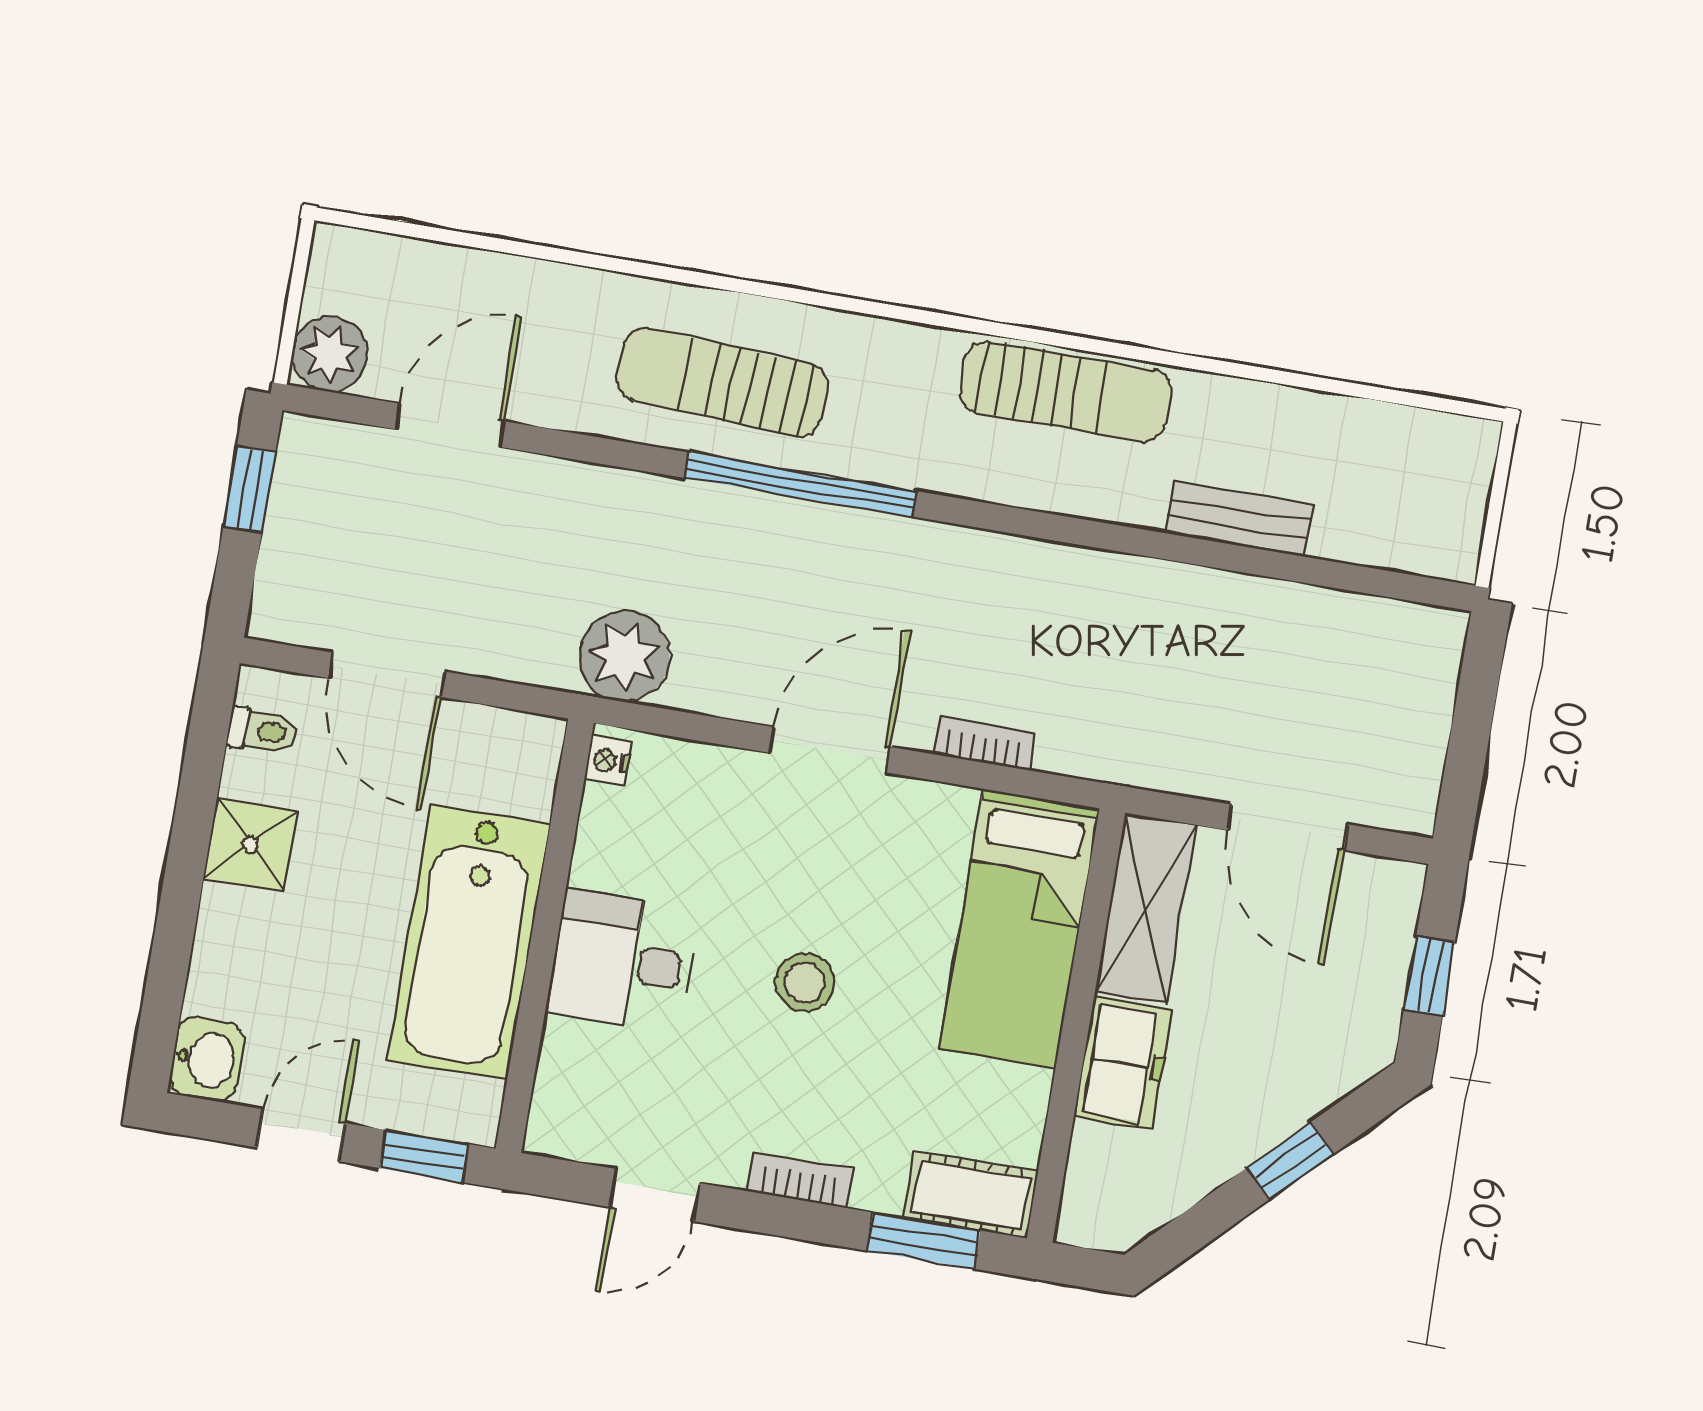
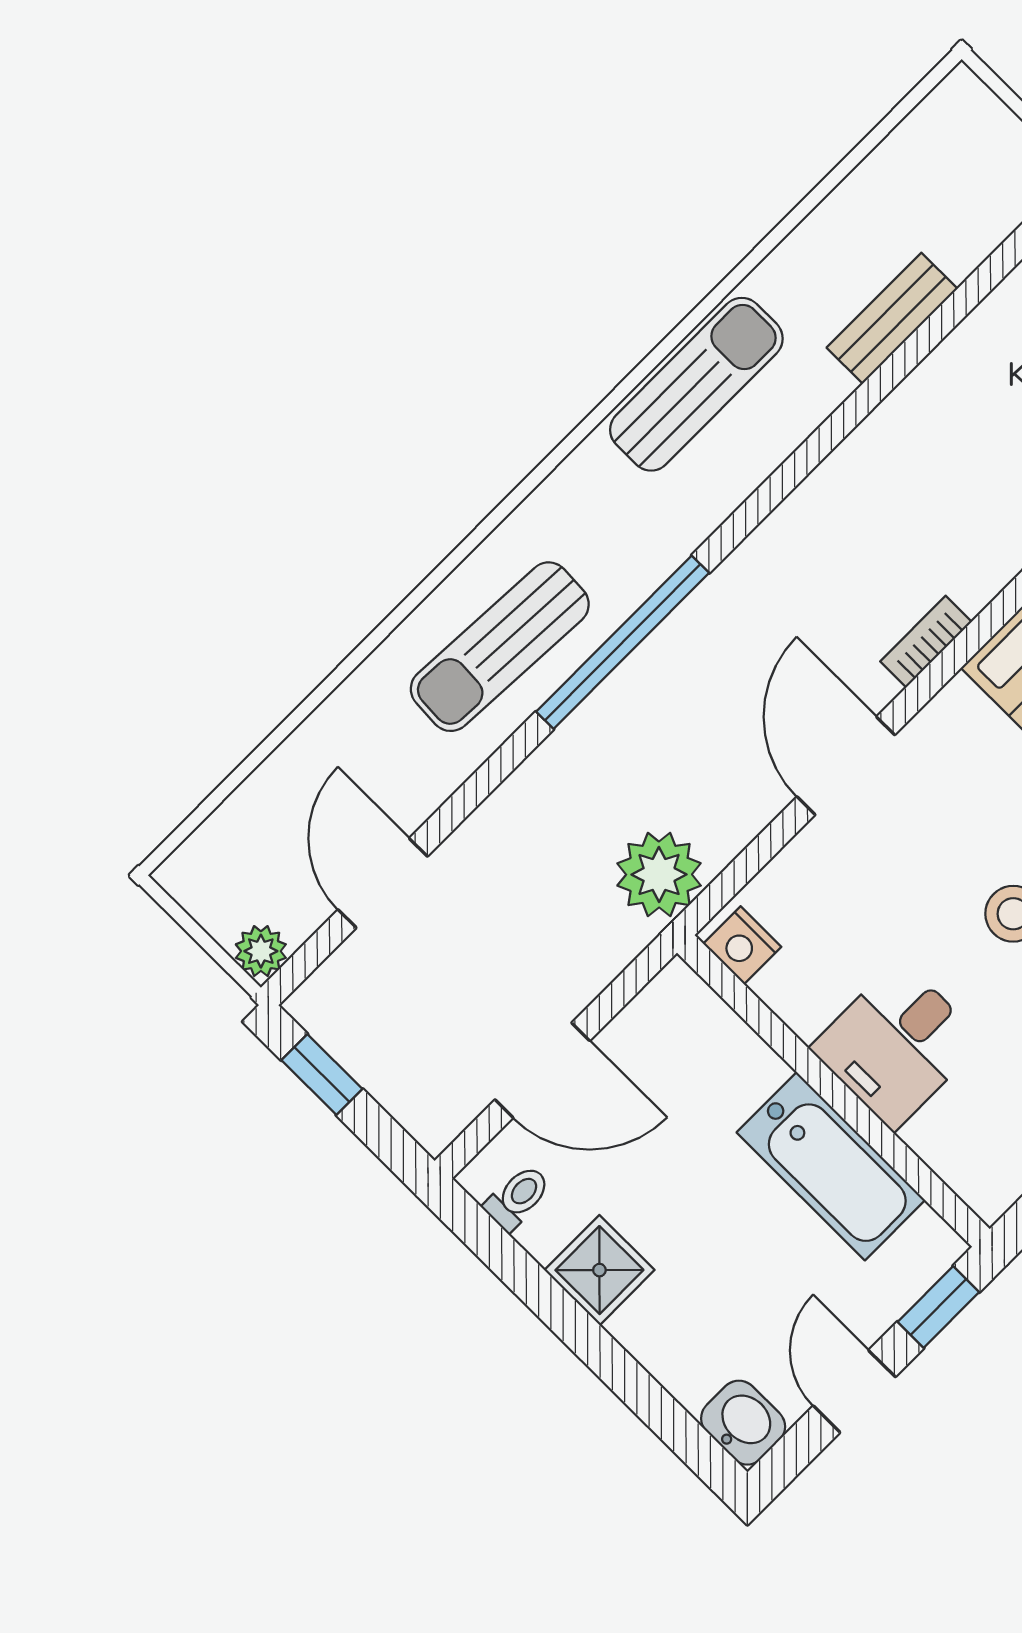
plant: (330, 354) -> (261, 951), width x0.73, depth x0.73
nightstand: (608, 760) -> (742, 945), width x1.39, depth x1.35
bathtub: (469, 942) -> (831, 1166), width x0.73, depth x0.73

